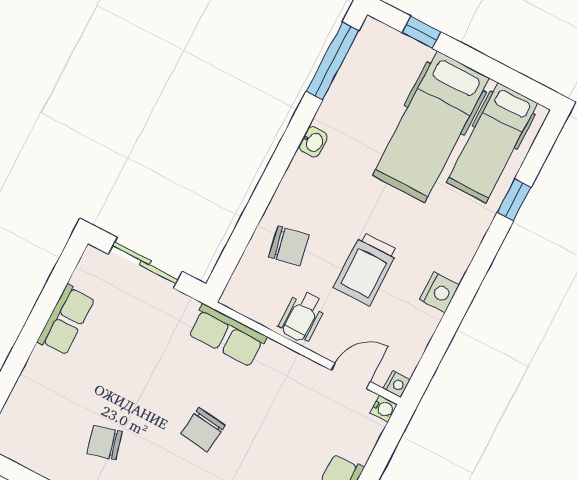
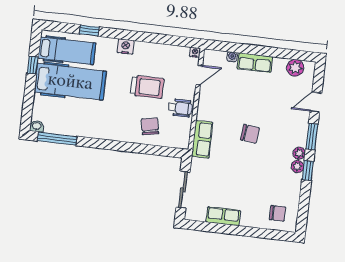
window: (421, 32) -> (33, 65), moved
washbasin: (313, 142) -> (37, 126), moved
nightstand: (439, 292) -> (126, 47), moved
door: (351, 376) -> (199, 75), swing flipped
water cooler: (384, 409) -> (232, 57), moved
chair: (105, 443) -> (277, 213), moved, turned -75

